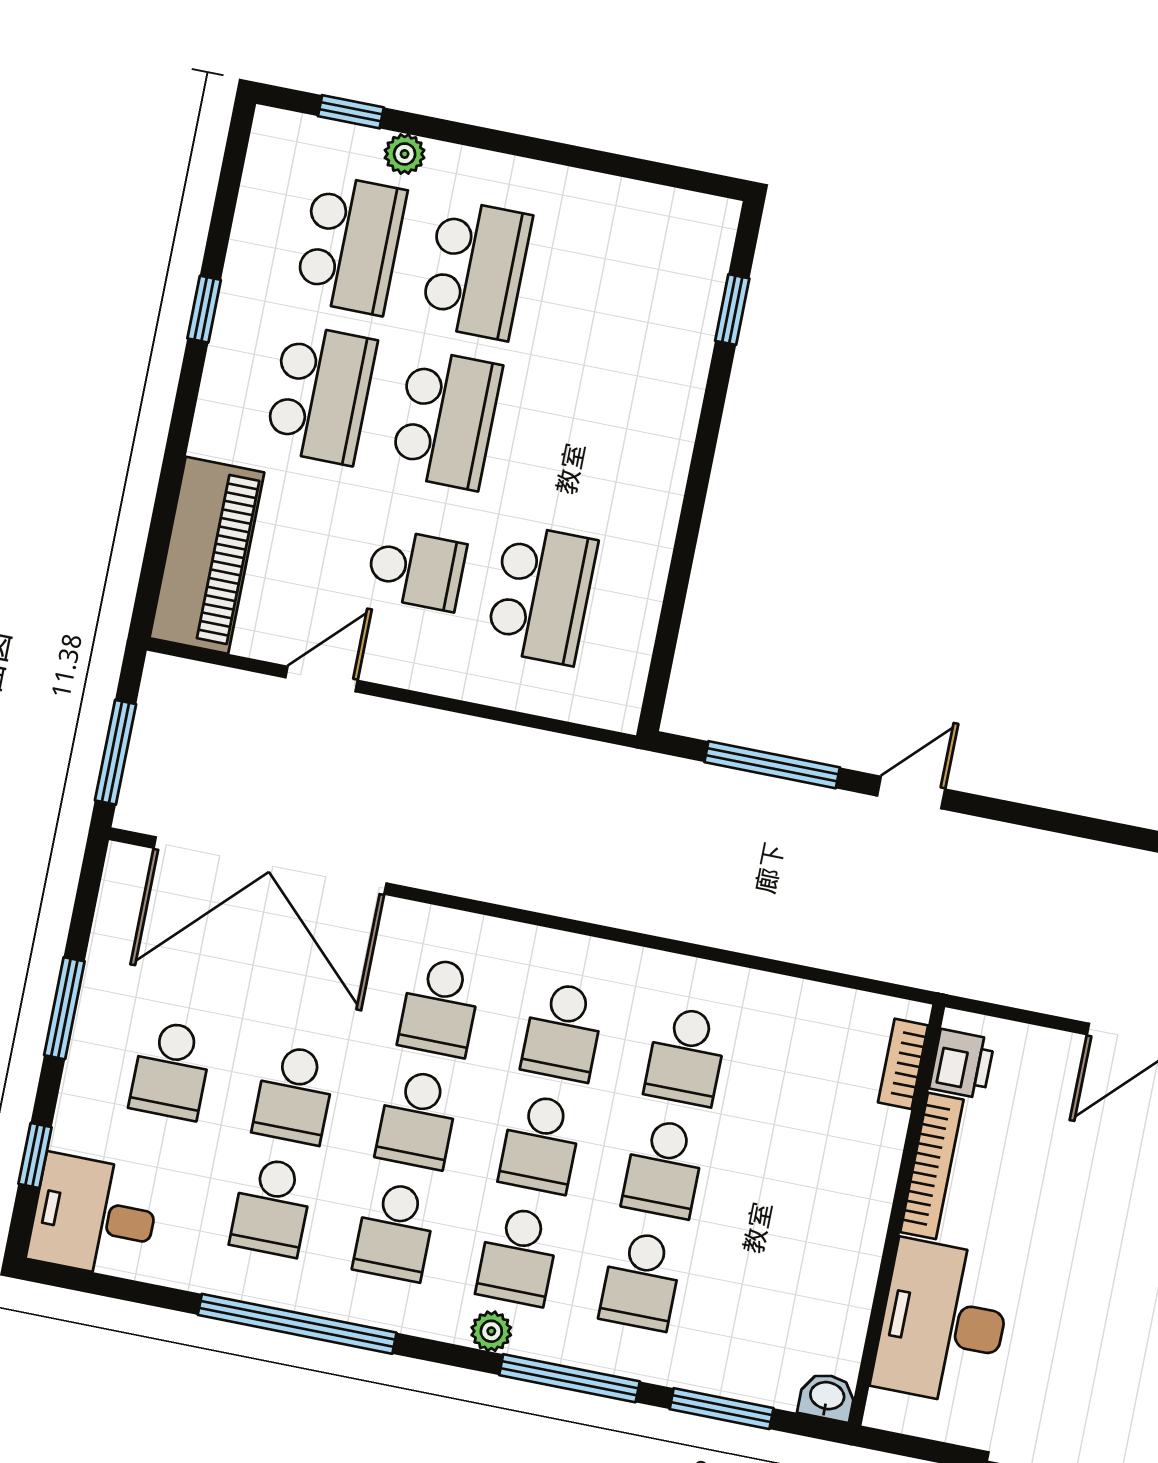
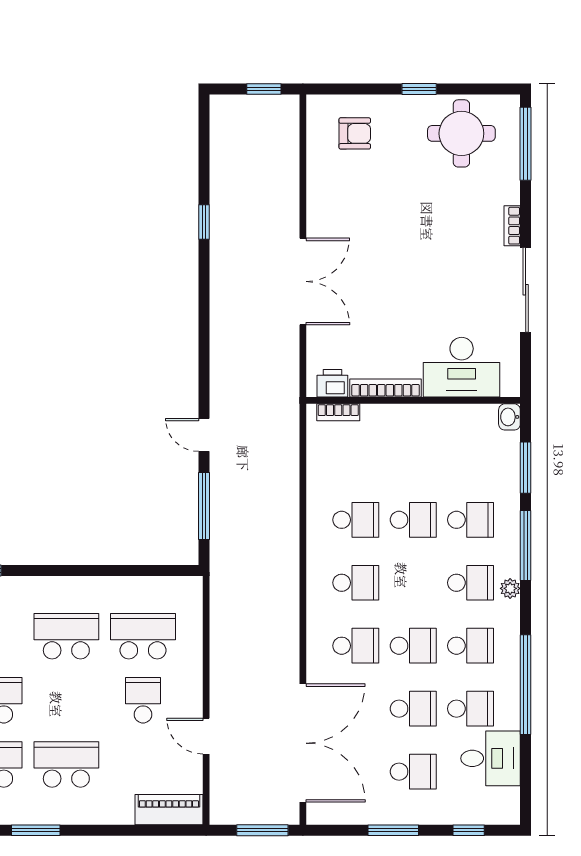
window: (204, 309) -> (36, 830), width x1.50
school desk: (446, 420) -> (66, 636), moved
piano: (207, 555) -> (169, 810), width x0.73, depth x0.75
school desk: (540, 1144) -> (413, 583), removed
desk: (94, 1216) -> (491, 758), moved, turned -90

